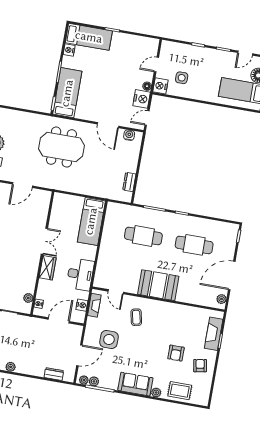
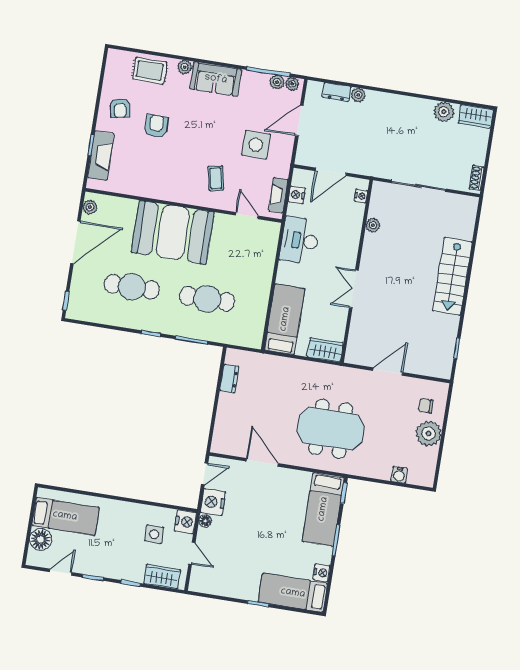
wardrobe: (177, 49) -> (162, 577), added
door: (156, 65) -> (192, 553), hinge flipped
water cooler: (129, 135) -> (399, 475), moved
wardrobe: (48, 268) -> (325, 350), moved, turned 90
booth: (158, 285) -> (173, 232), width x1.36, depth x1.42
plant: (28, 298) -> (373, 225), moved
plant: (11, 367) -> (358, 95), moved

